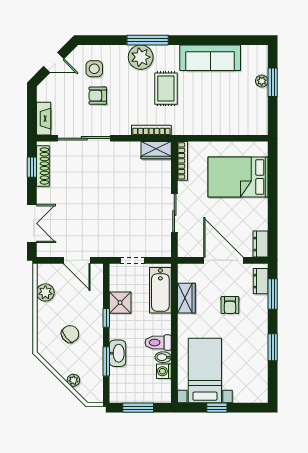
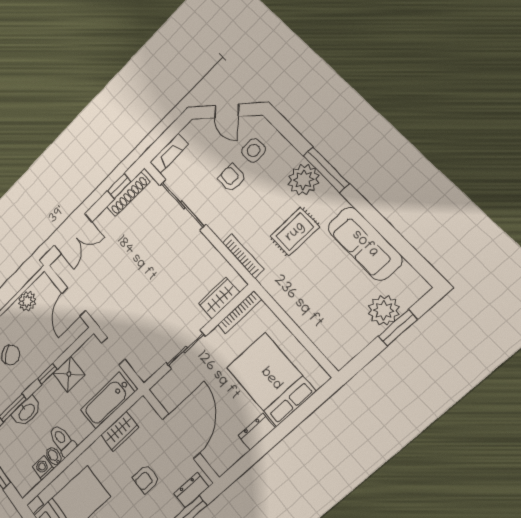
plant: (262, 81) -> (384, 310), width x1.88, depth x1.88
wardrobe: (156, 150) -> (219, 298), moved, turned 90
dresser: (260, 244) -> (257, 432), moved

